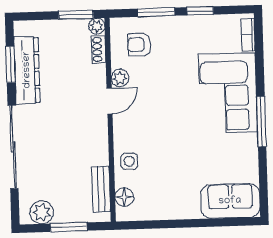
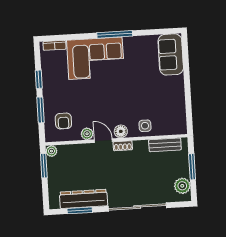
shoe rack: (99, 49) -> (123, 146), moved
floor lamp: (124, 197) -> (121, 131), moved

